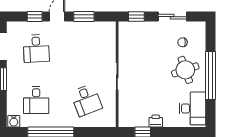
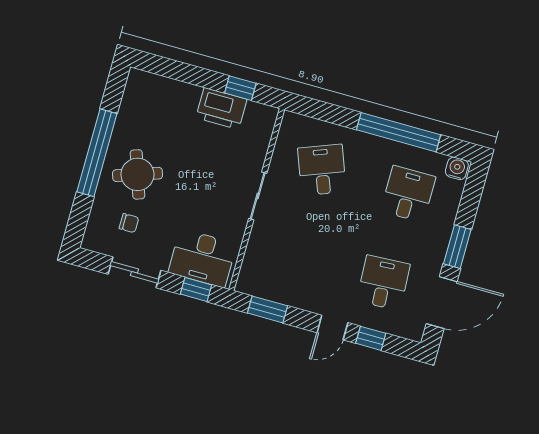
window: (84, 17) -> (268, 309), moved
desk: (193, 108) -> (202, 258), moved, turned -90
printer: (156, 121) -> (221, 109), width x1.87, depth x1.48

